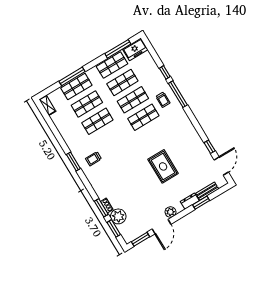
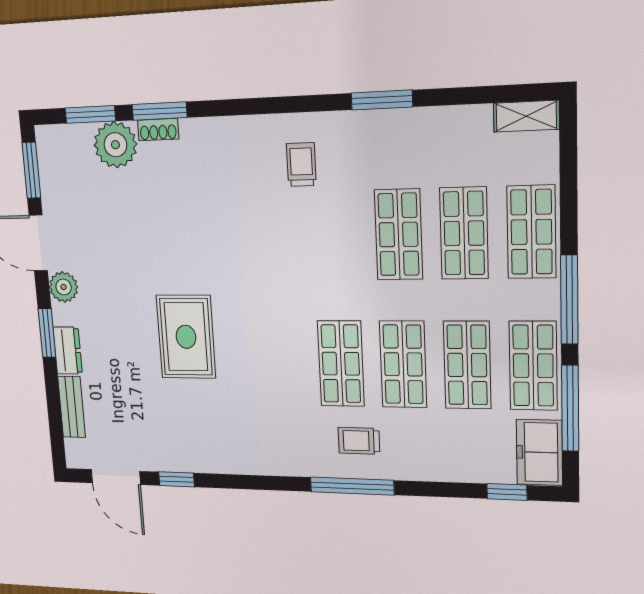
window: (165, 72) -> (507, 492), moved
window: (72, 76) -> (569, 300), moved
window: (73, 162) -> (382, 100), moved
rug: (163, 166) -> (186, 337), turned 90
window: (201, 203) -> (47, 333), moved

